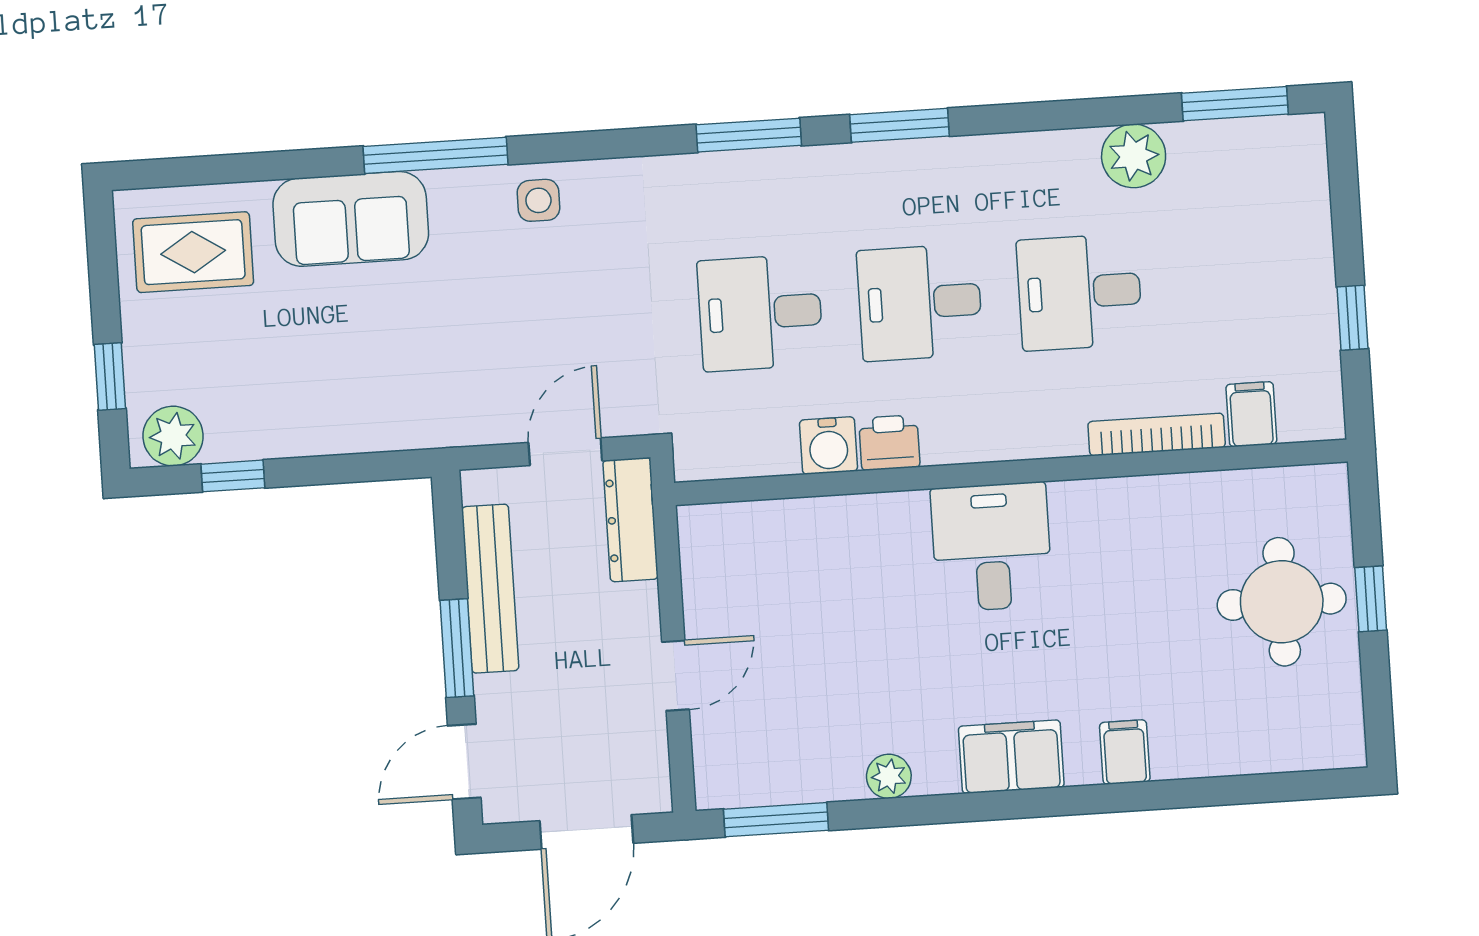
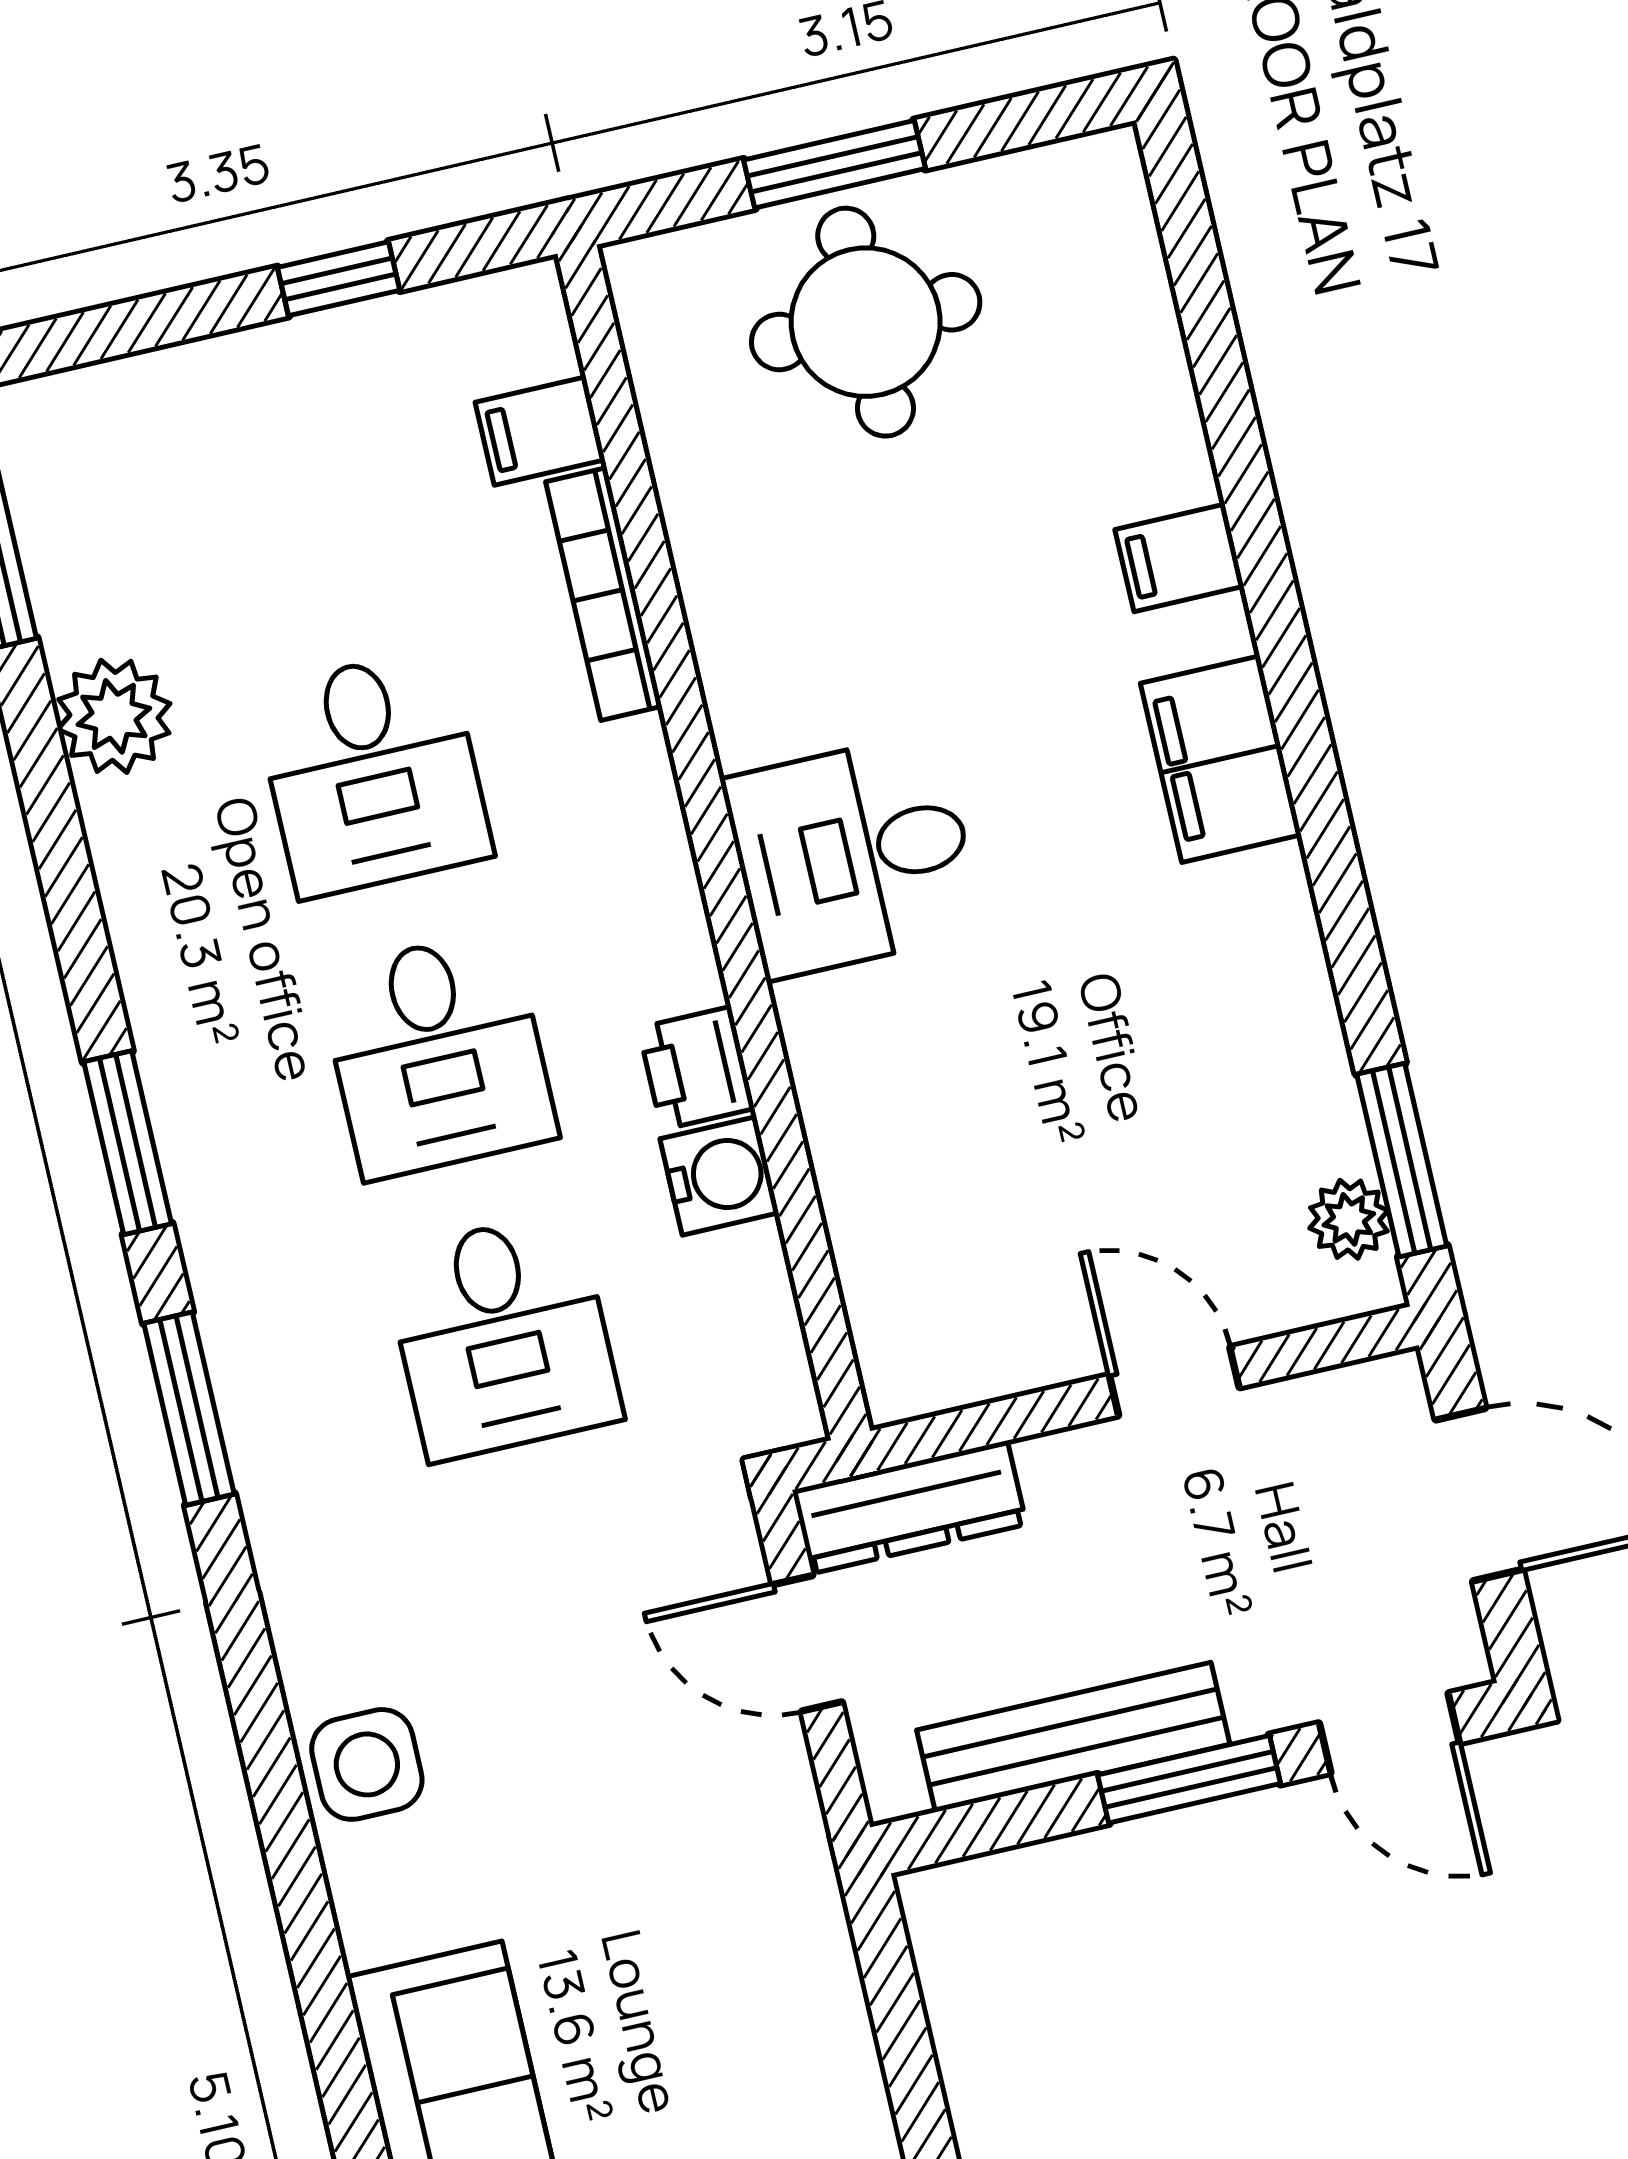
window: (435, 155) -> (317, 1961), removed
side table: (538, 200) -> (367, 1764), width x1.37, depth x1.37
window: (1371, 599) -> (835, 164), width x1.50
plant: (889, 776) -> (1349, 1219), moved

